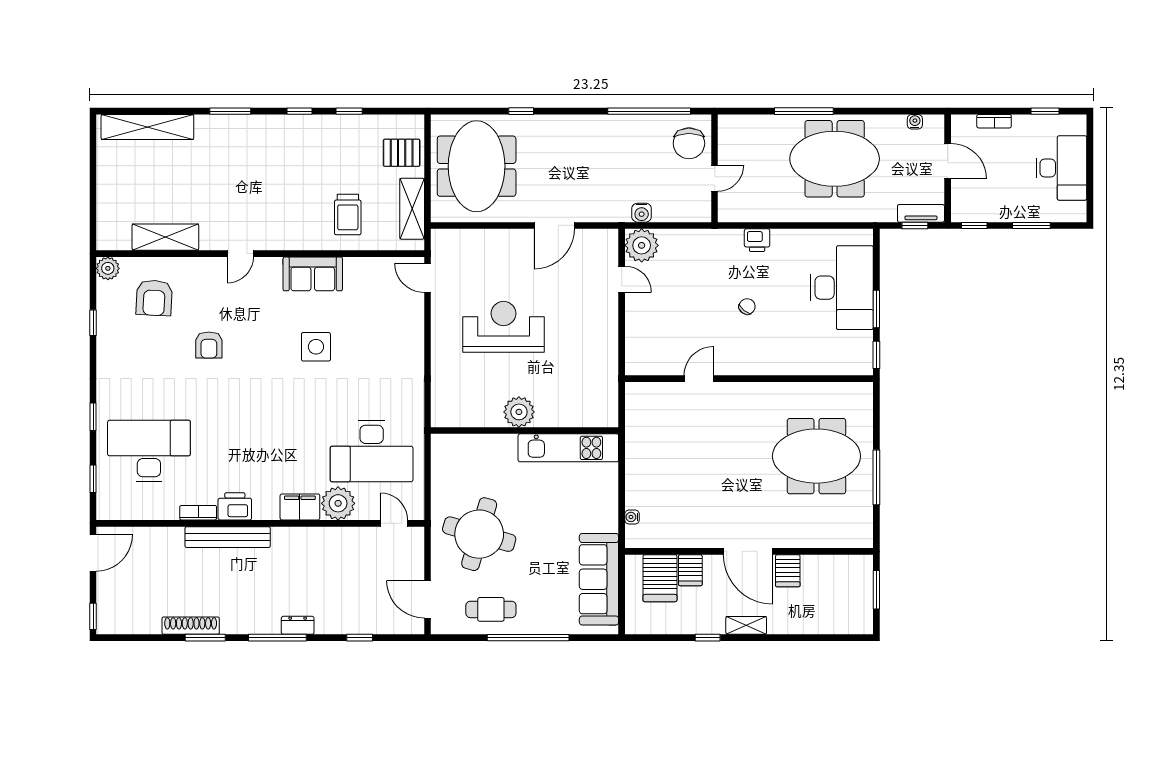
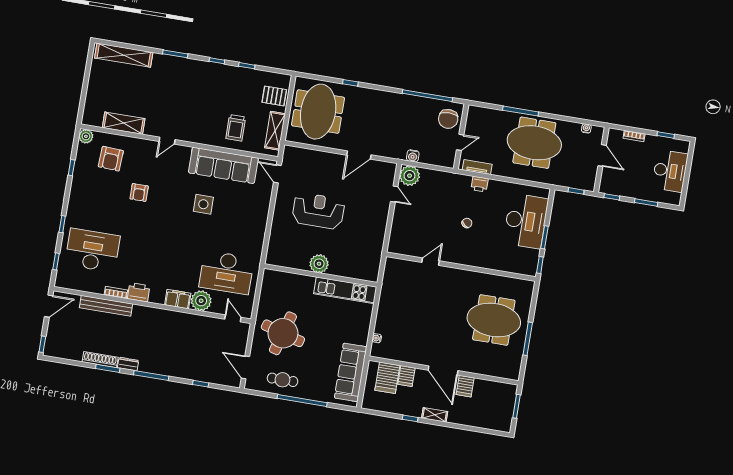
tv unit: (921, 213) -> (477, 167), moved
sofa: (313, 274) -> (223, 165), width x1.85, depth x1.27
bench: (228, 537) -> (106, 306), moved
dresser: (298, 625) -> (128, 364), moved

